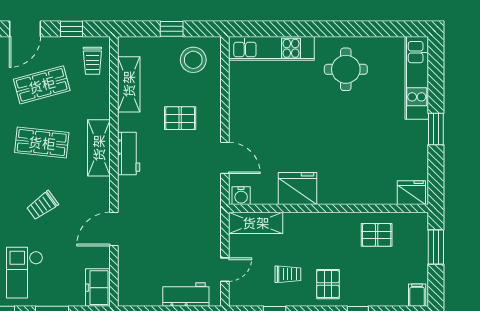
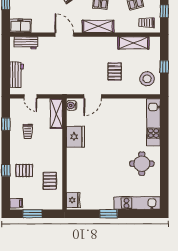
workbench: (129, 153) -> (26, 43), moved
door: (114, 229) -> (64, 35), moved
window: (436, 247) -> (32, 214), moved
pallet: (328, 284) -> (24, 171), moved

